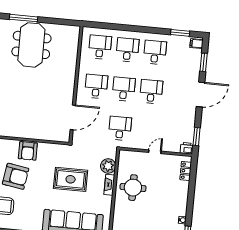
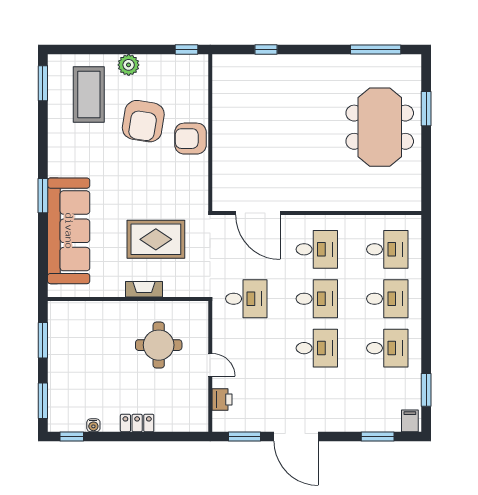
window: (23, 18) -> (426, 109), width x0.69
meeting table: (31, 45) -> (380, 127), turned 90
door: (201, 95) -> (296, 437), moved
printer: (187, 148) -> (222, 400), moved
plant: (108, 166) -> (177, 284), removed
locker: (186, 171) -> (137, 423), moved
rug: (71, 179) -> (156, 239), moved, turned 90
round table: (133, 188) -> (159, 345), moved

